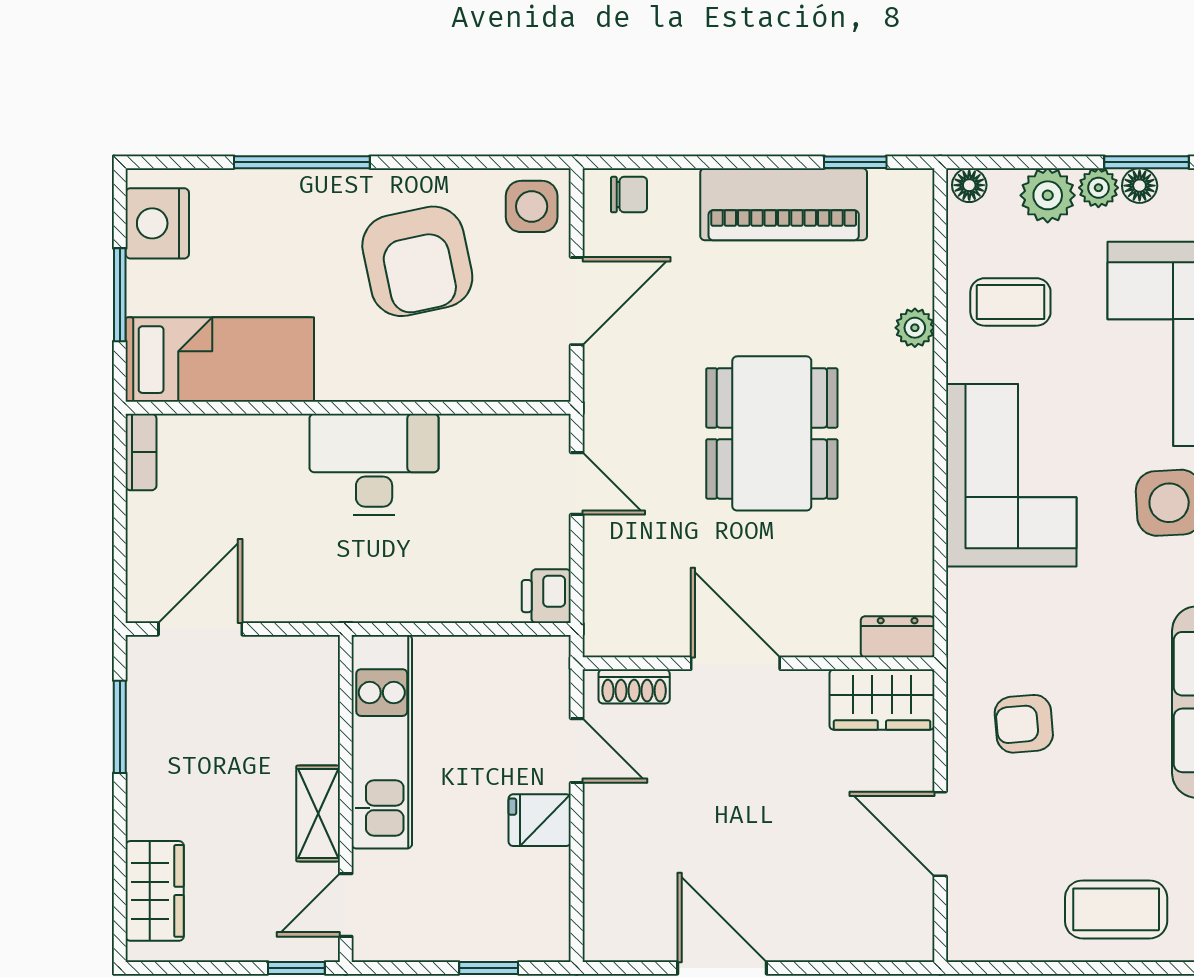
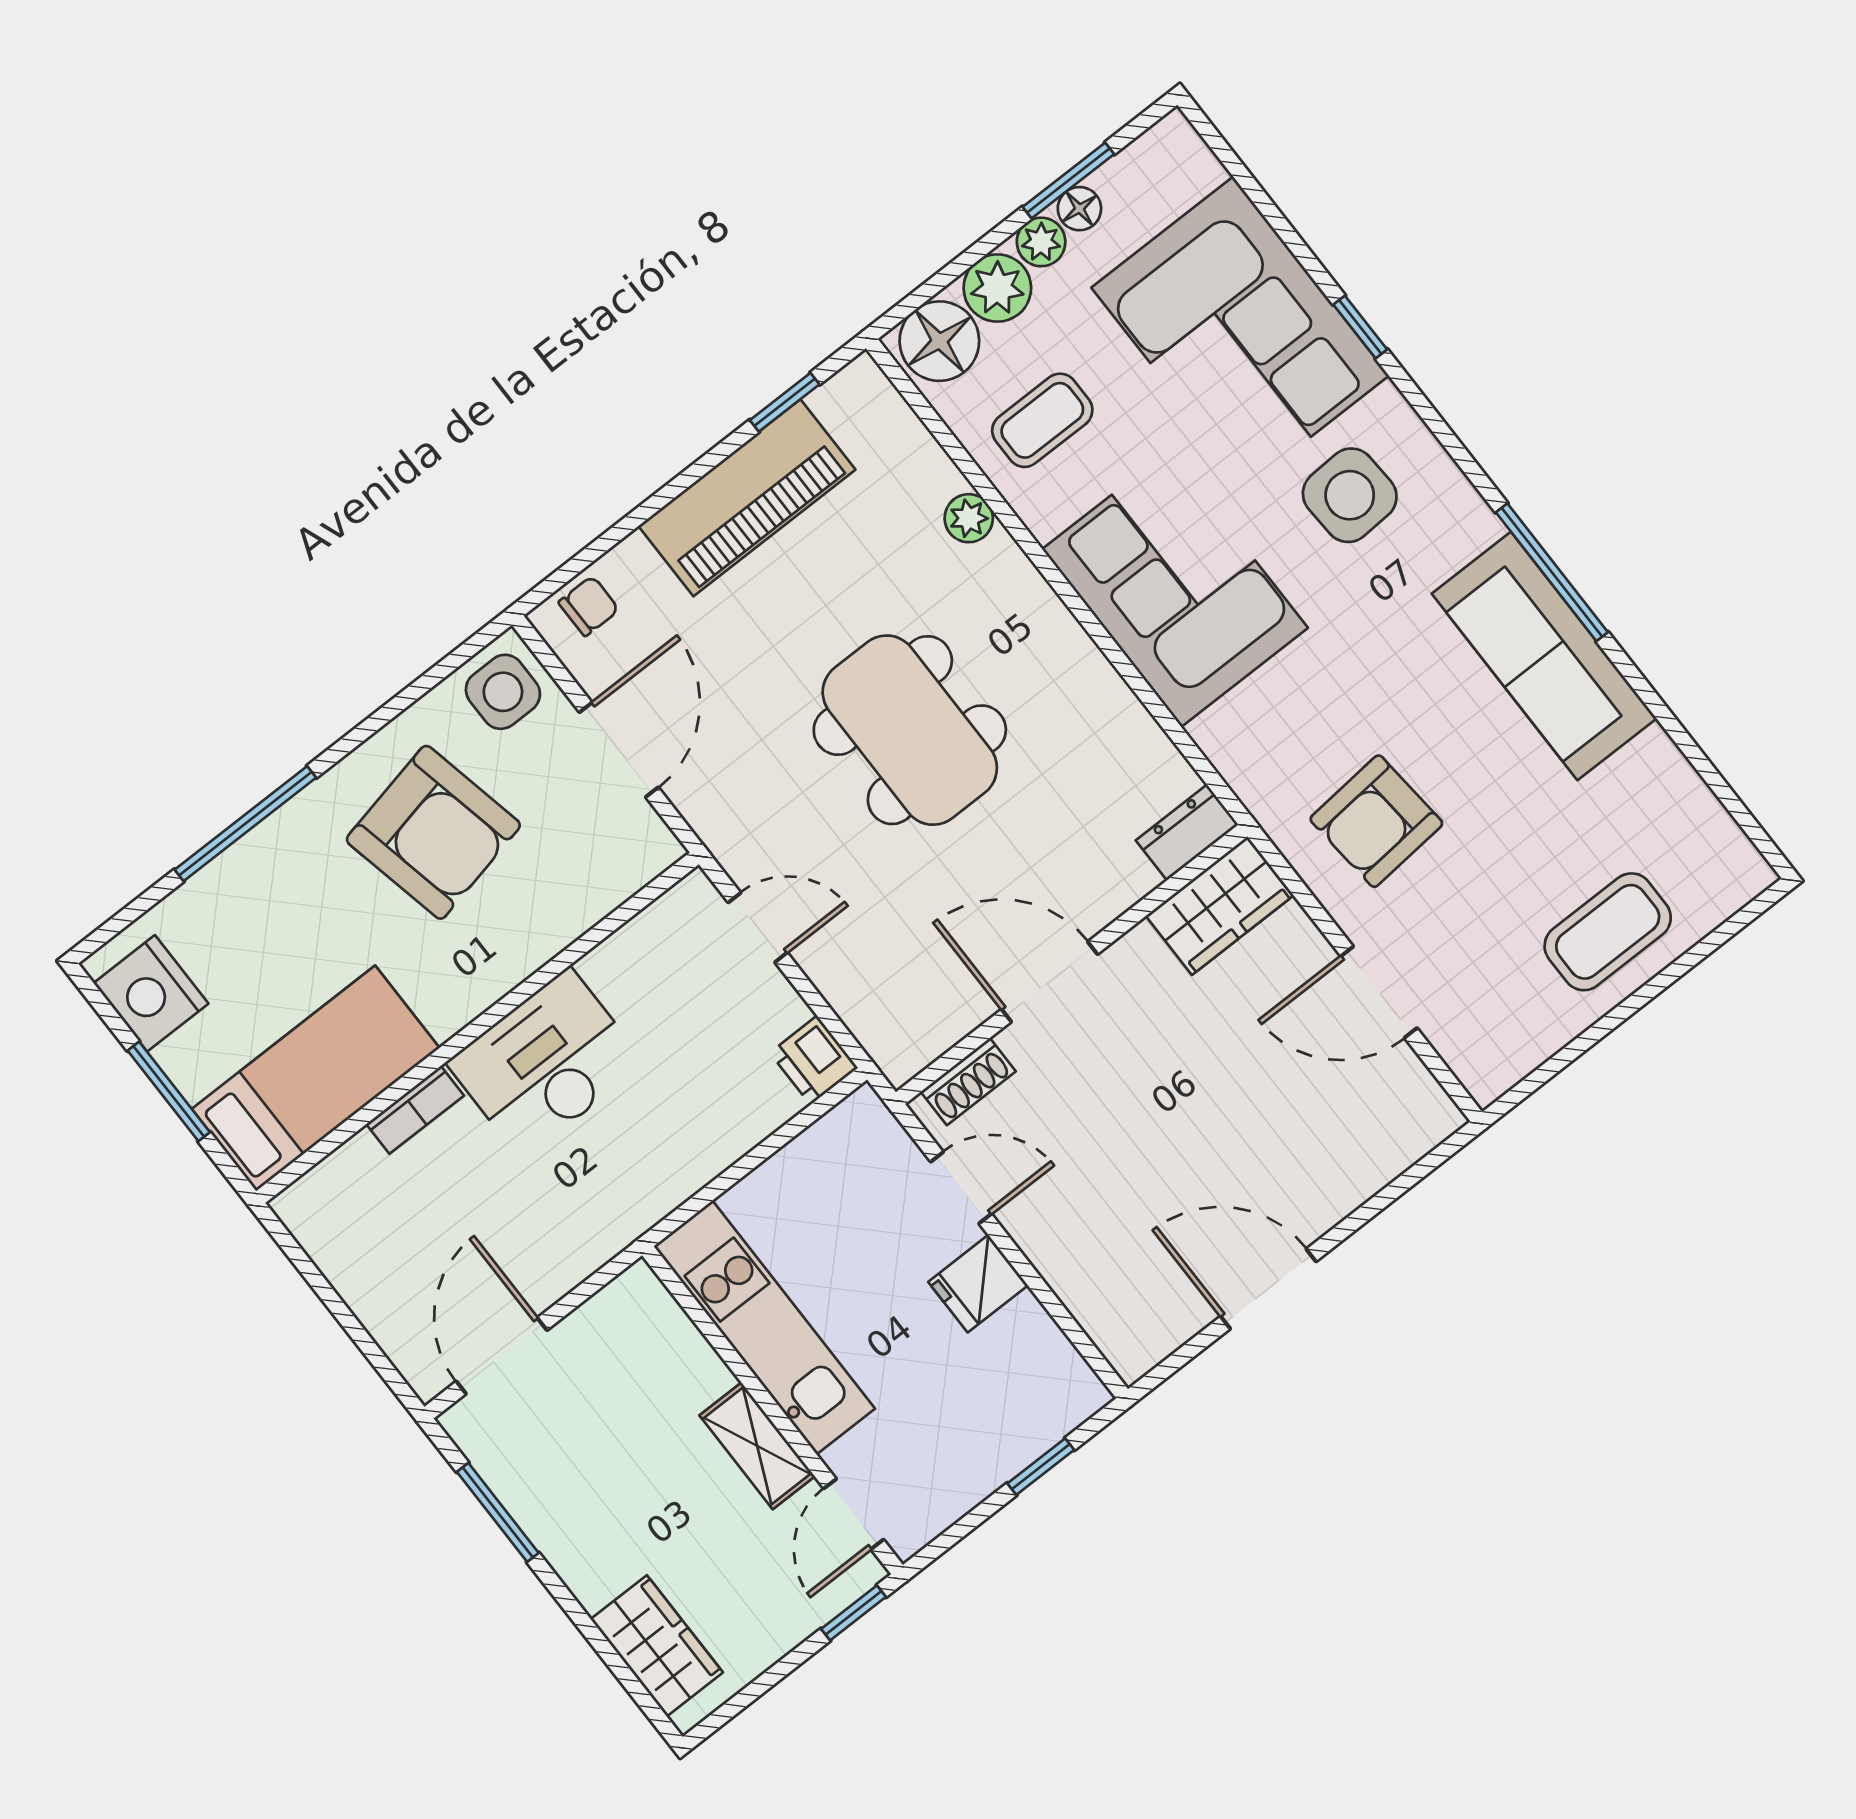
floor lamp: (969, 185) -> (939, 341), width x1.89, depth x1.89
bookcase: (141, 452) -> (415, 1110), moved, turned 90
armchair: (1024, 724) -> (1376, 821), width x1.38, depth x1.38

